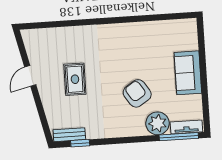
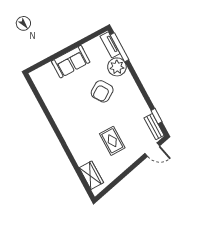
wardrobe: (46, 37) -> (91, 175), added
door: (30, 76) -> (152, 150), moved
rug: (75, 79) -> (112, 141), turned 90

